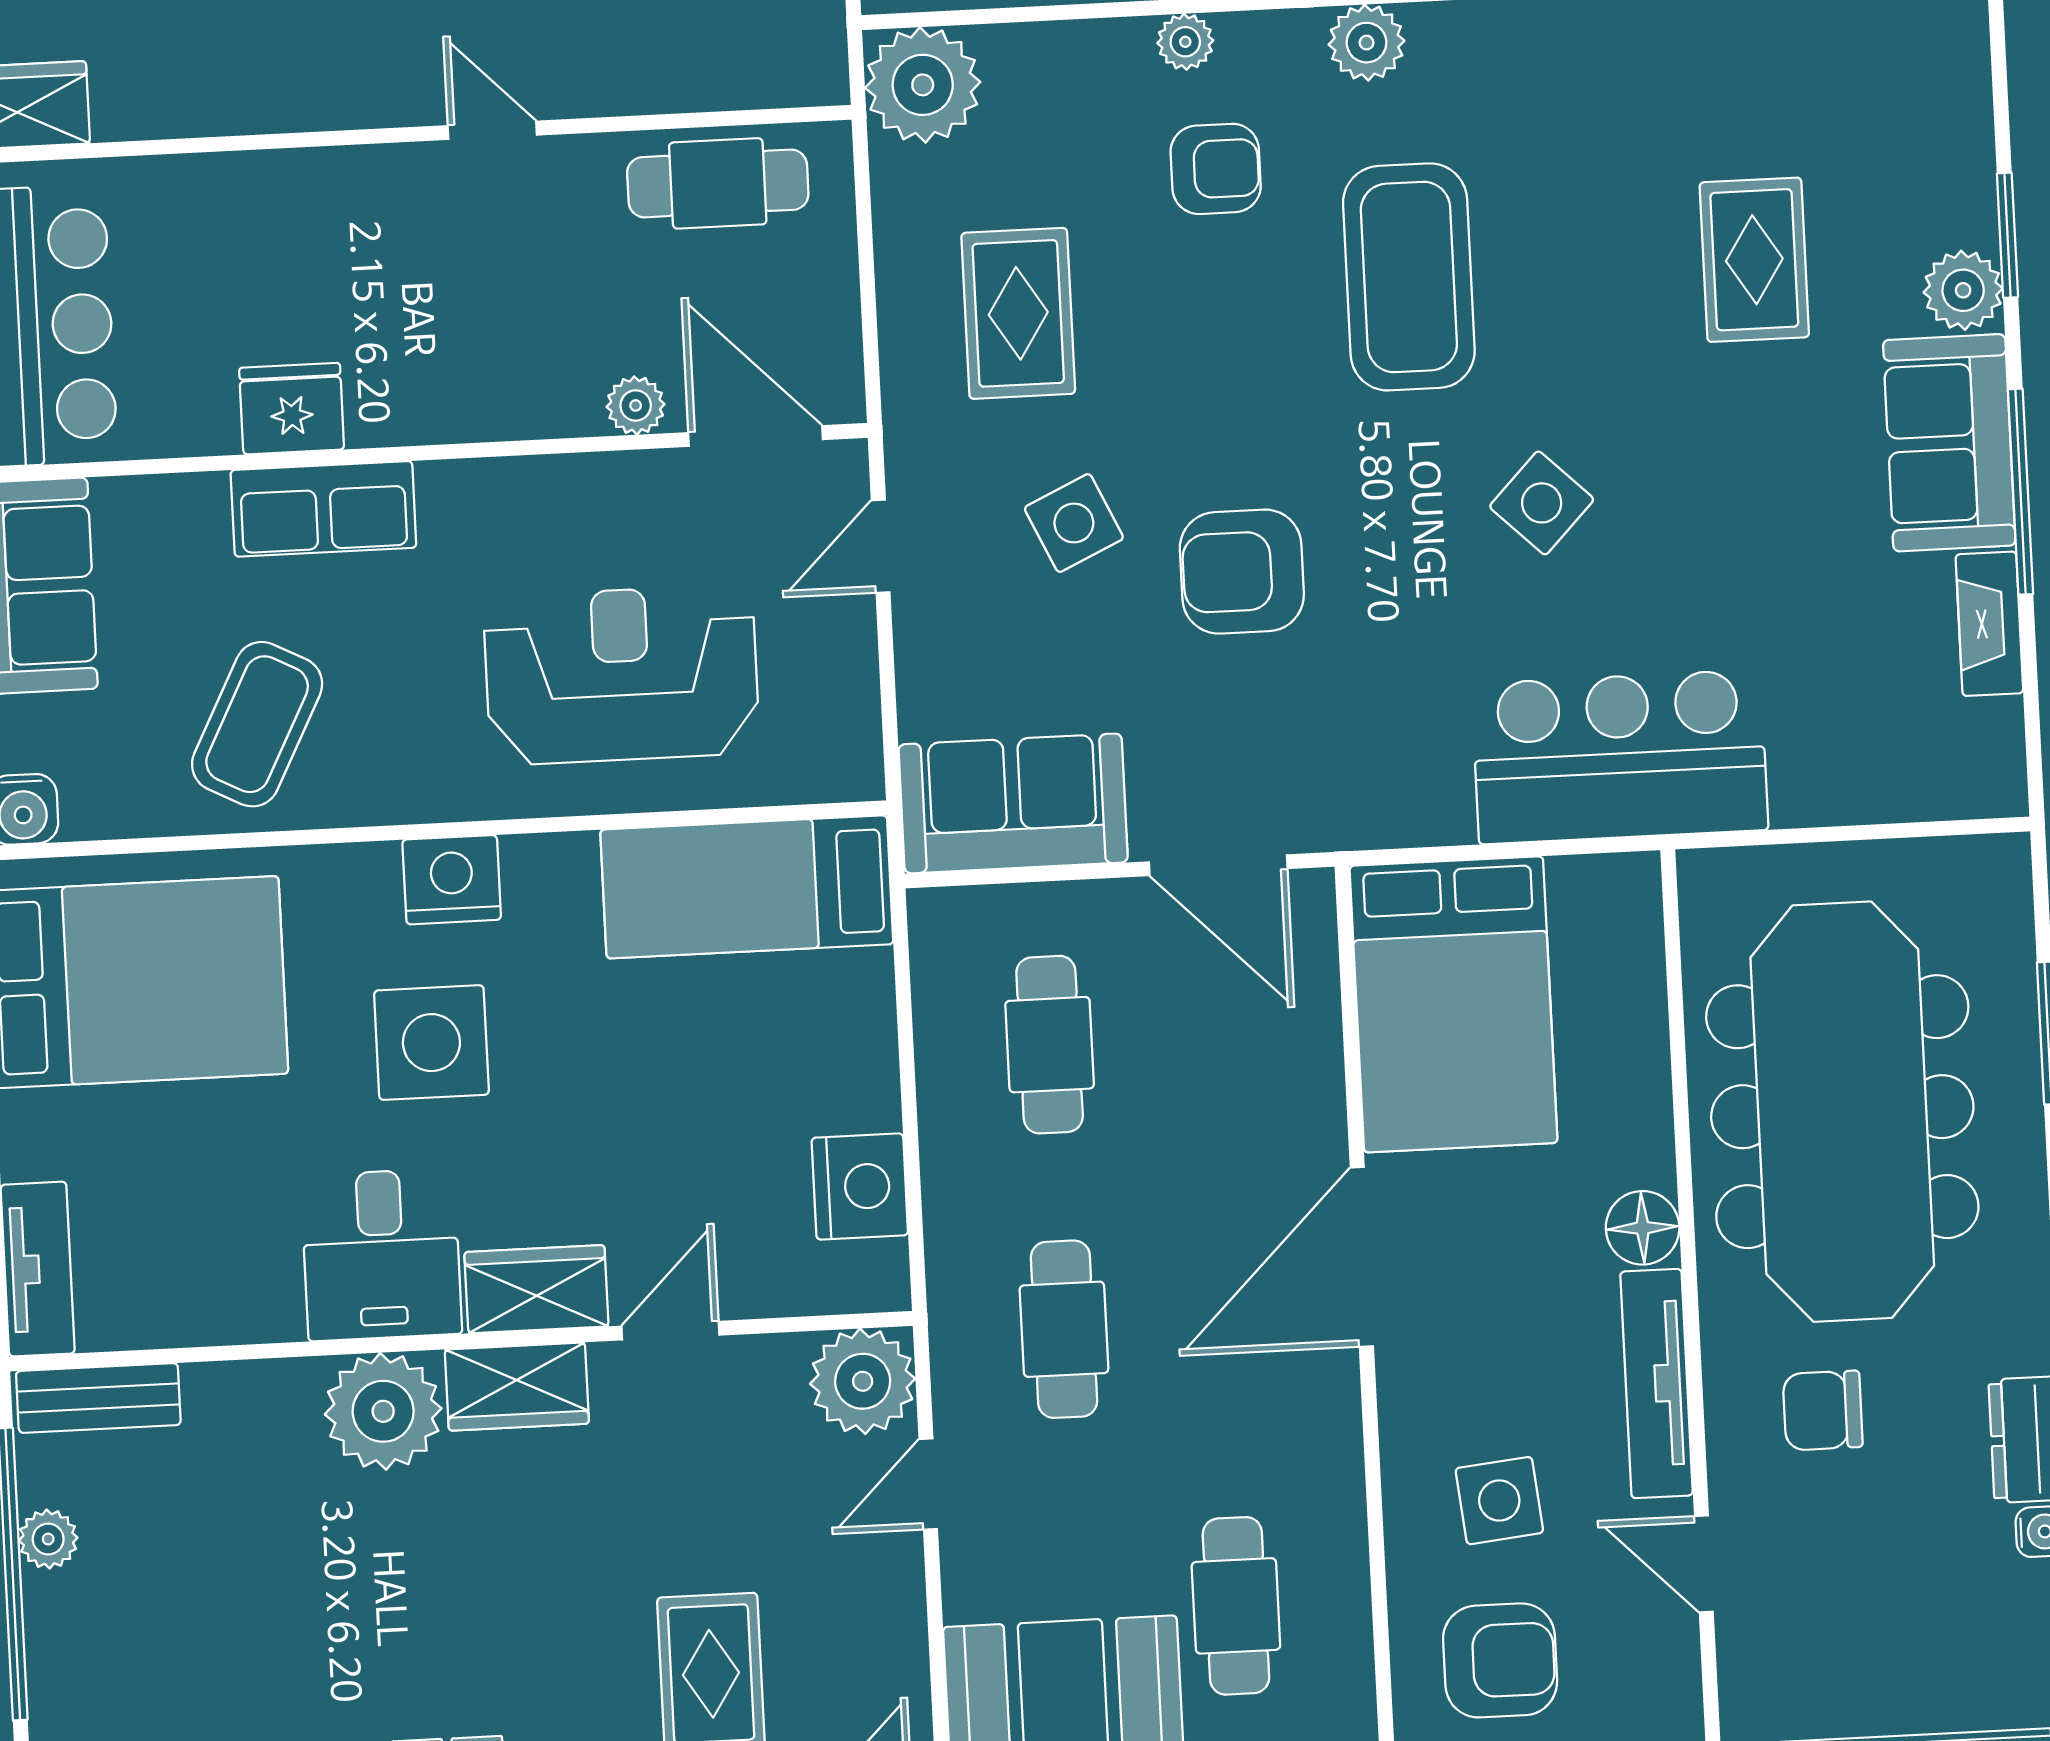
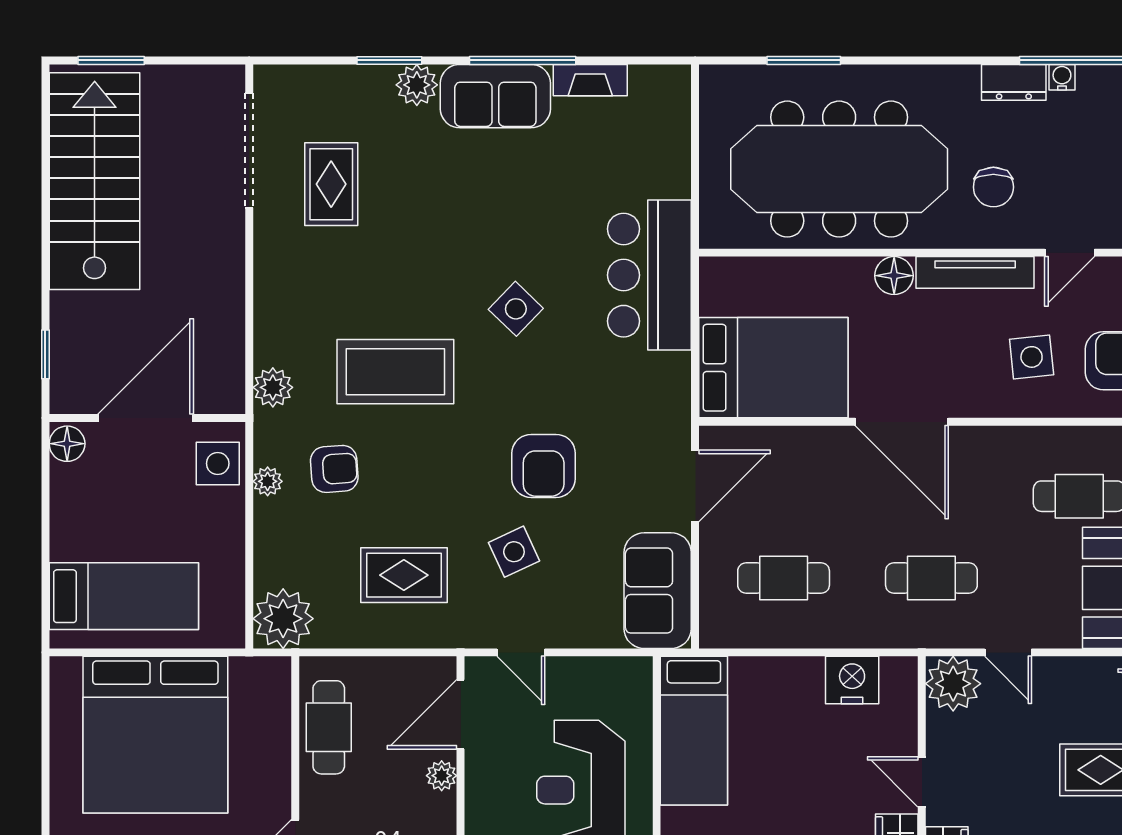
armchair: (1216, 169) -> (334, 469), turned 86
rug: (1754, 260) -> (331, 184), moved, turned 90

